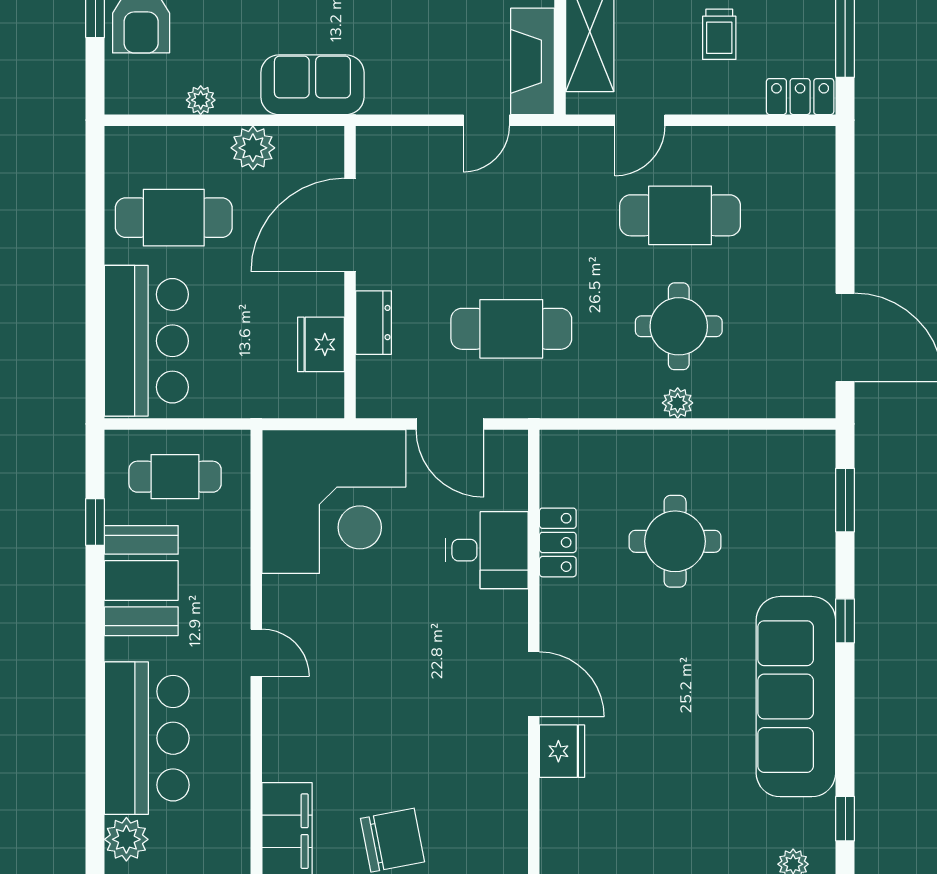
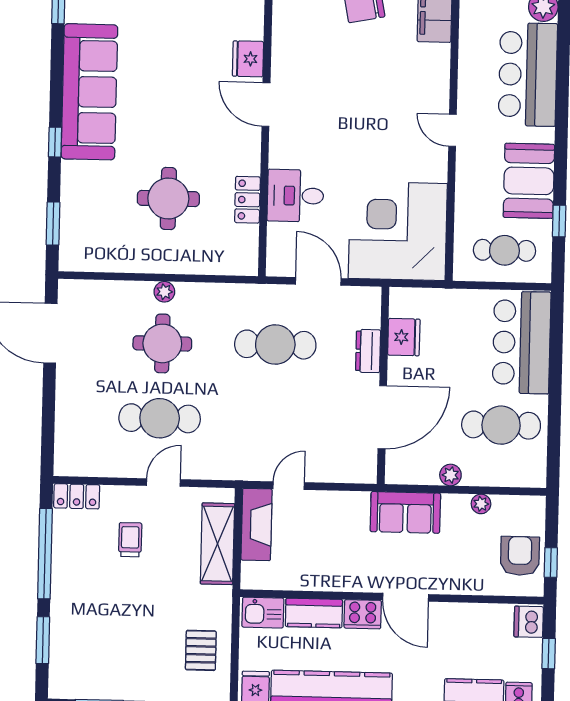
door: (640, 120) -> (163, 483), moved
plant: (253, 148) -> (450, 475), width x0.73, depth x0.73

